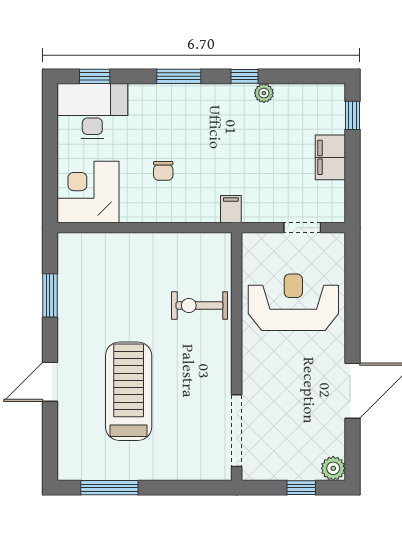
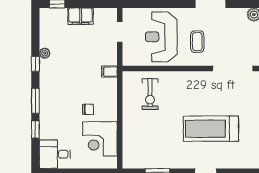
window: (95, 76) -> (35, 129), moved
desk: (92, 111) -> (55, 154), width x0.73
corner desk: (88, 192) -> (100, 139), moved
exercise bike: (199, 305) -> (150, 94), moved
coffee table: (285, 367) -> (197, 42), added

